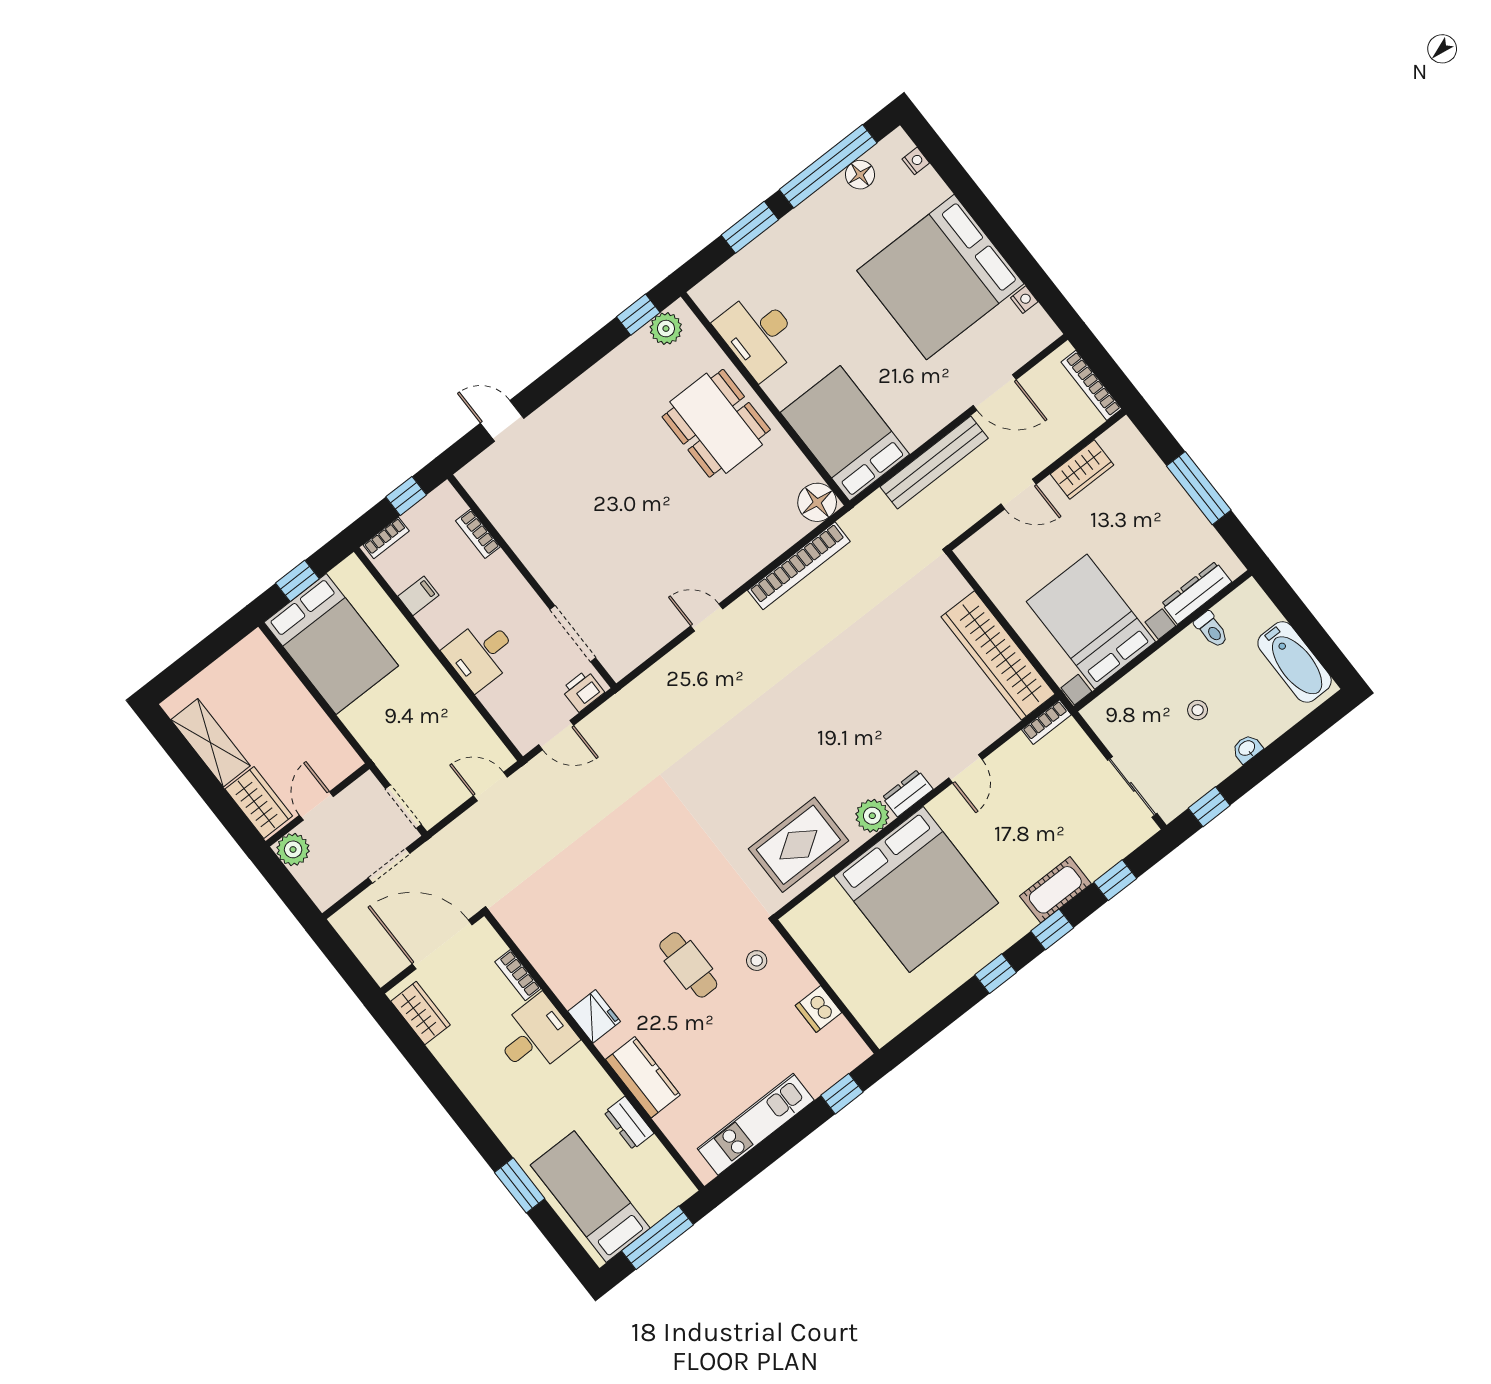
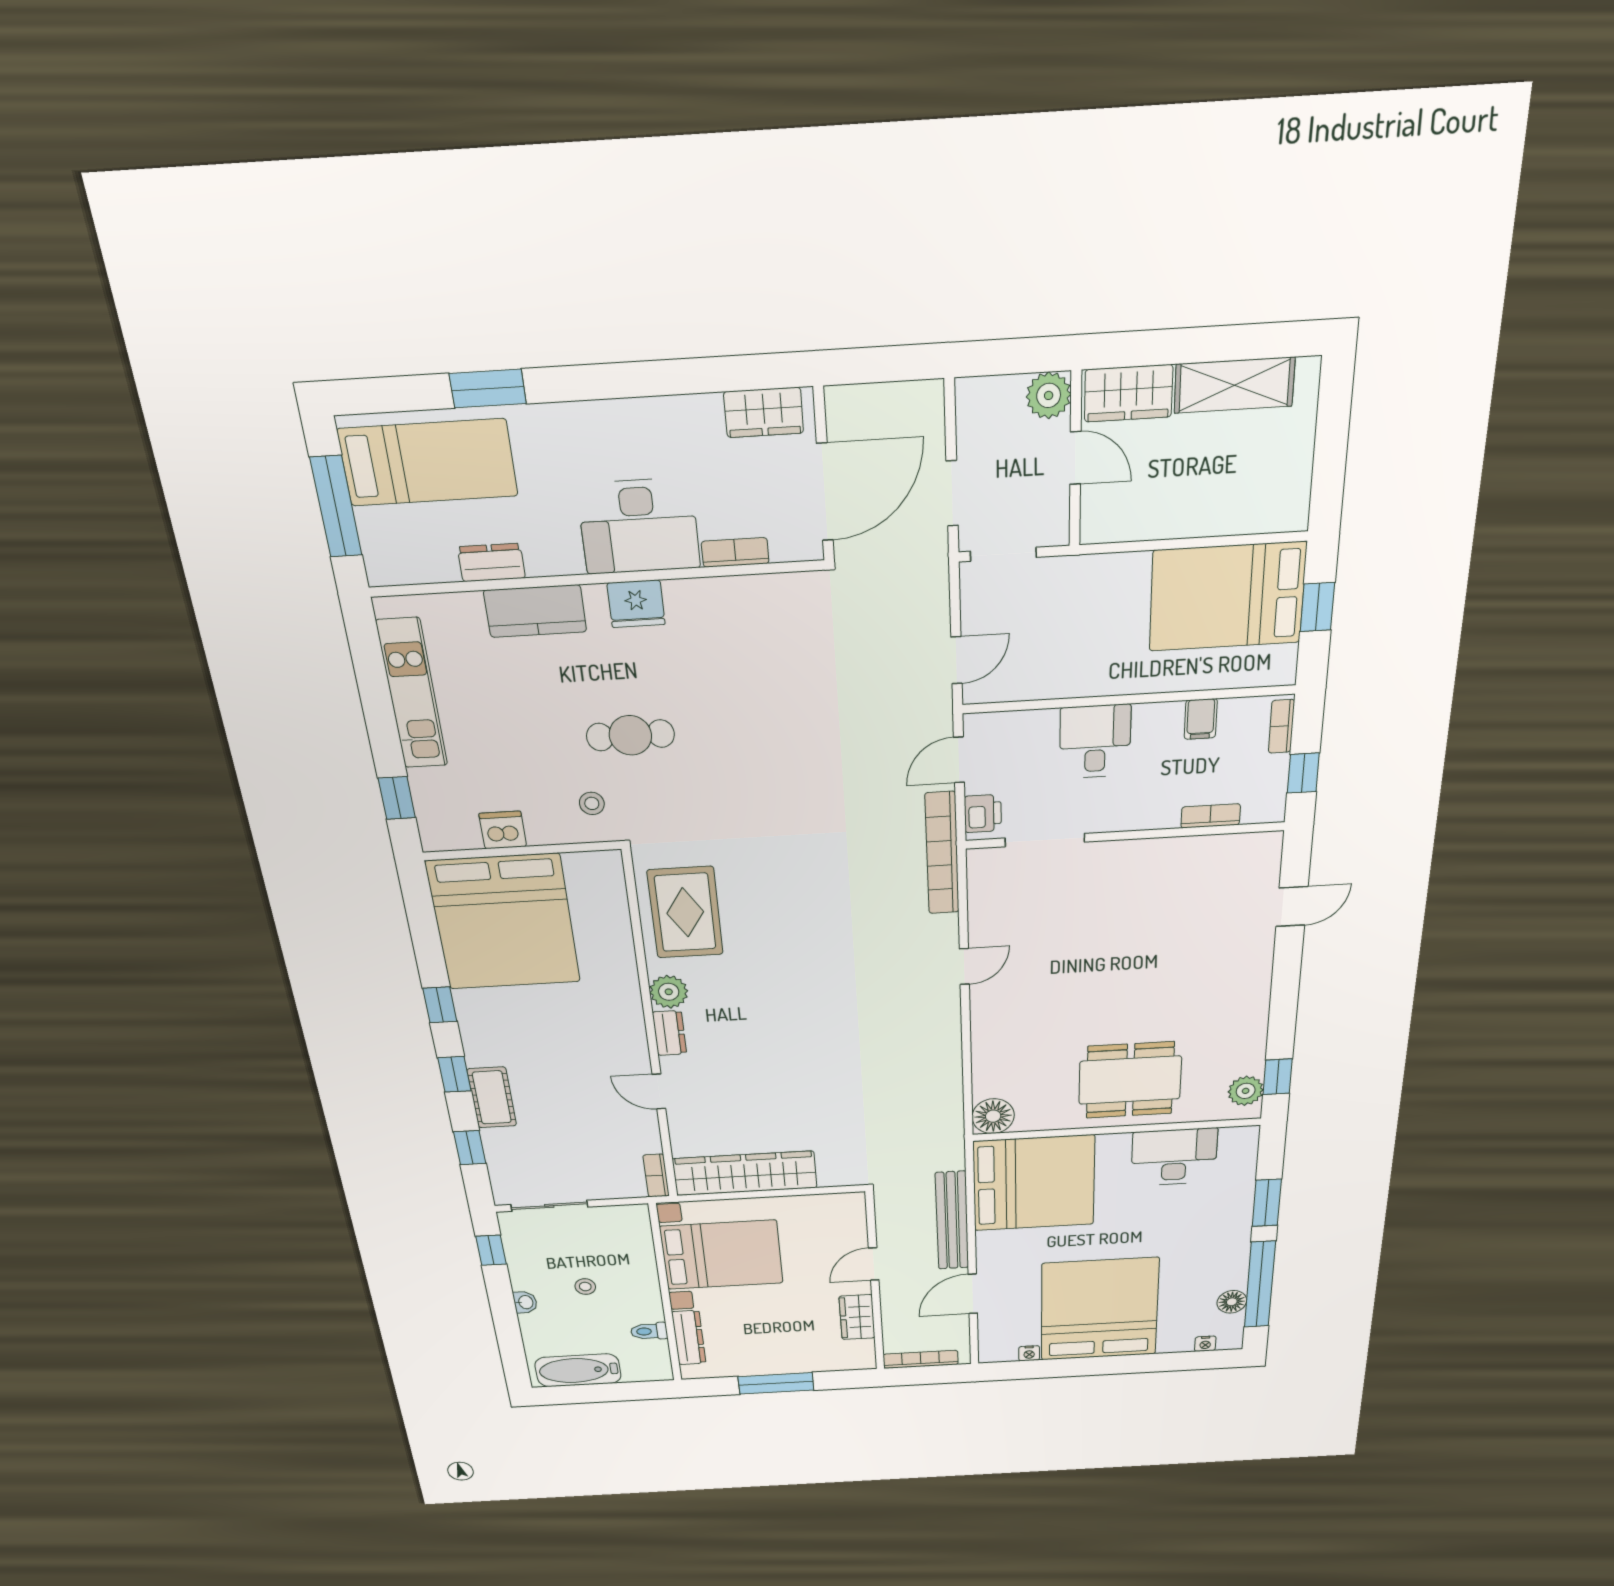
bed: (845, 433) -> (1034, 1183), width x1.36
bookcase: (799, 566) -> (942, 853), moved
bed: (916, 890) -> (504, 922), moved, turned -90
desk: (535, 1036) -> (639, 526), width x1.37

